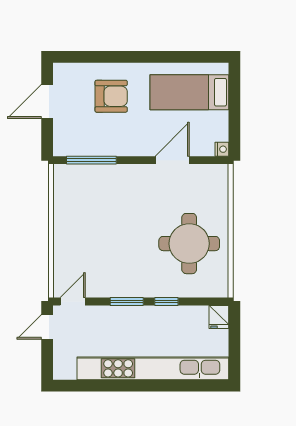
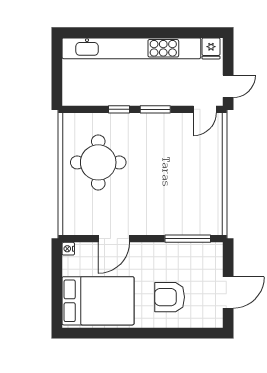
bed: (189, 92) -> (98, 301), width x1.50
fridge: (219, 317) -> (211, 48), moved, turned 180

